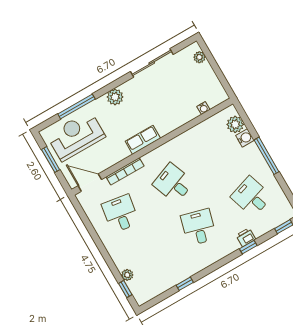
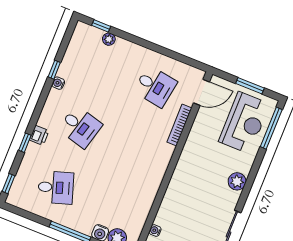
window: (76, 106) -> (271, 128), moved
row of seats: (143, 140) -> (185, 164), removed
desk: (173, 183) -> (131, 147), removed
printer: (246, 237) -> (39, 135), moved
water cooler: (190, 272) -> (58, 83), added

